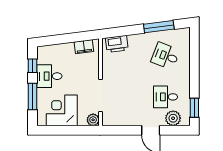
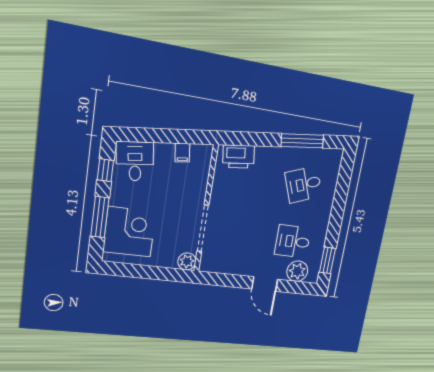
filing cabinet: (84, 47) -> (182, 153), width x0.50
desk: (165, 56) -> (304, 184), turned -42
desk: (49, 76) -> (135, 161), moved, turned 83
corner desk: (62, 110) -> (129, 232), moved, turned 90

